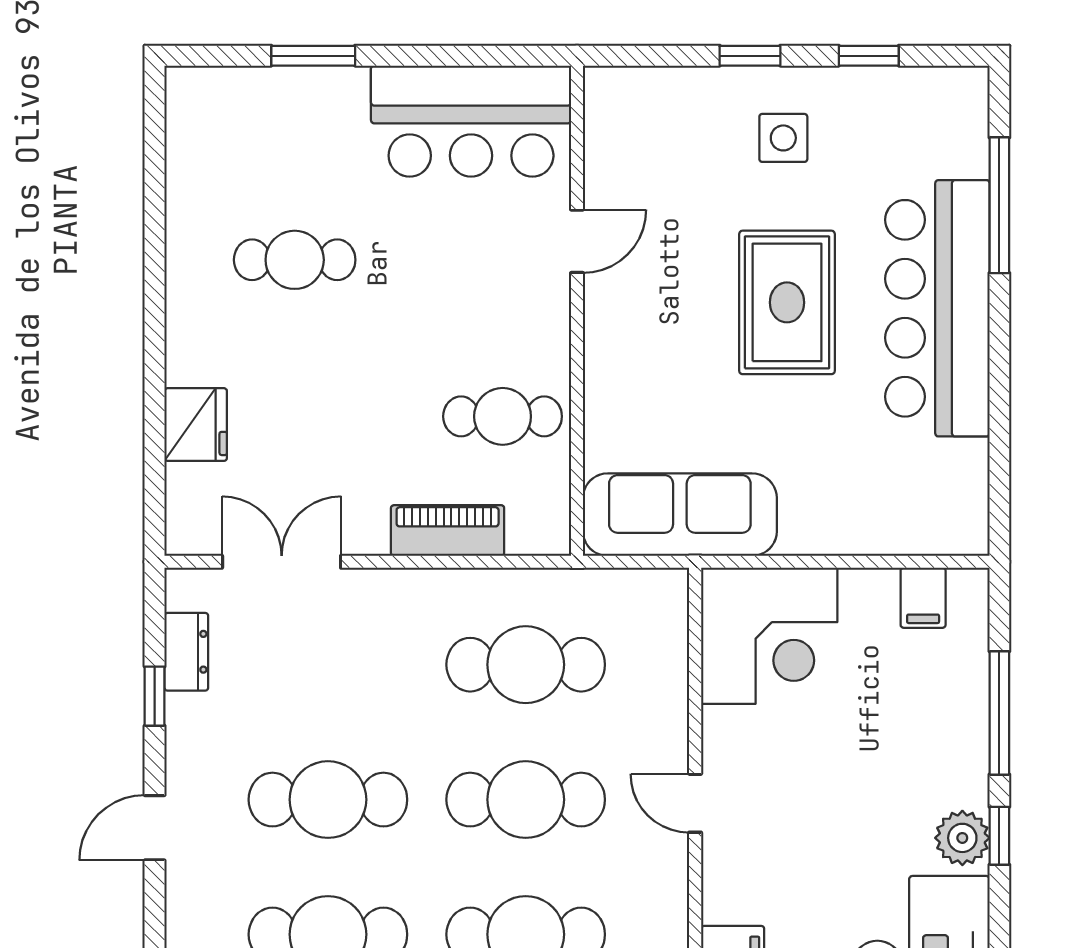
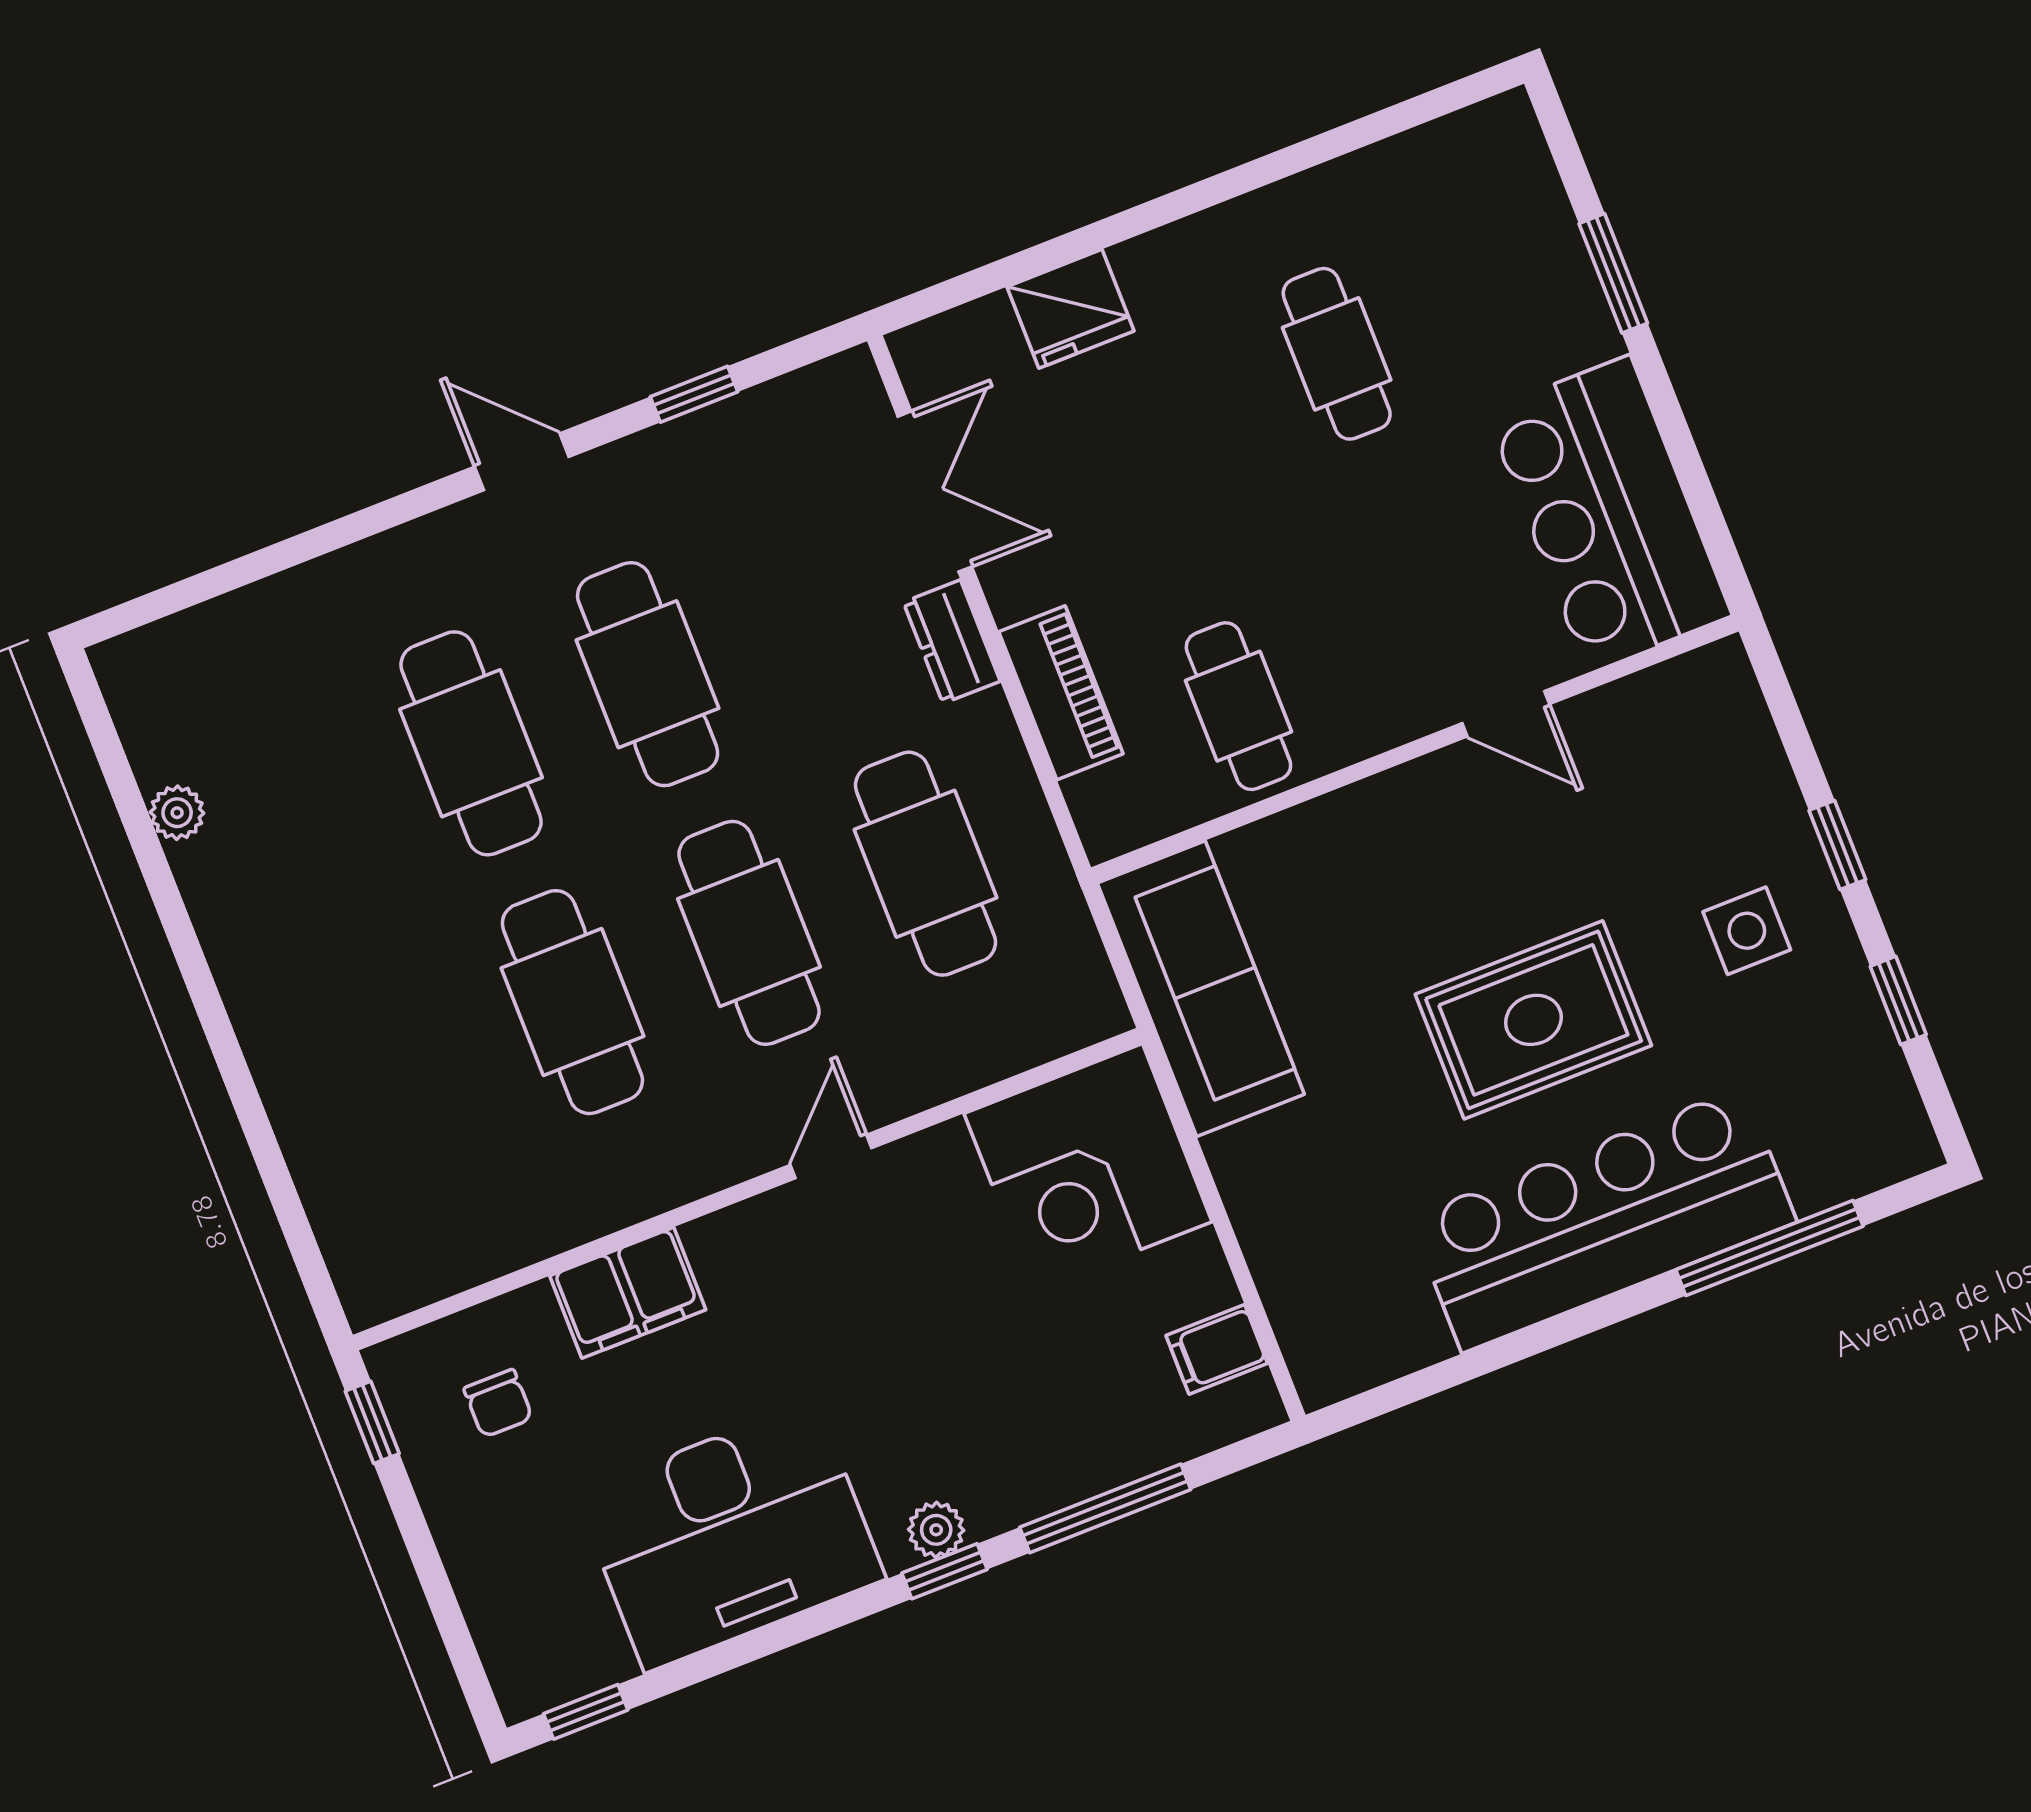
dresser: (186, 652) -> (952, 642), moved, turned 90
plant: (962, 838) -> (936, 1530), width x0.73, depth x0.73

